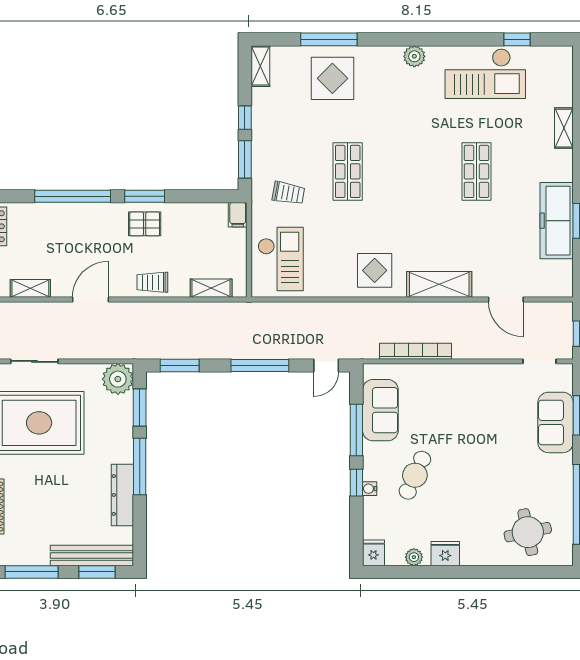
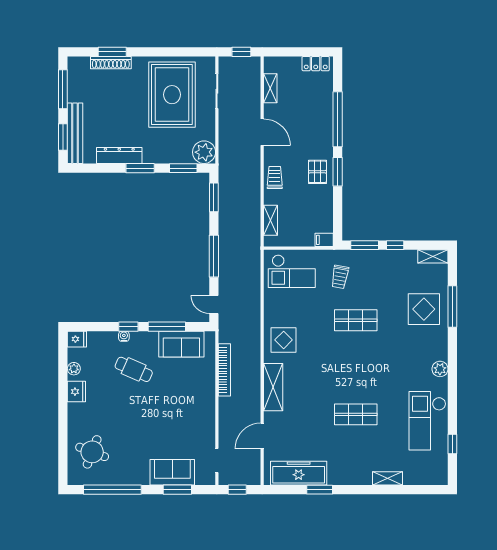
freezer: (557, 221) -> (299, 473), moved
window: (140, 466) -> (140, 168), width x0.69
round table: (528, 532) -> (92, 452), turned 33

